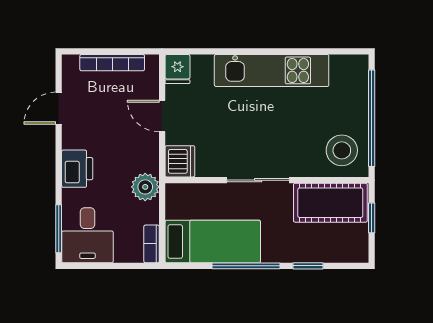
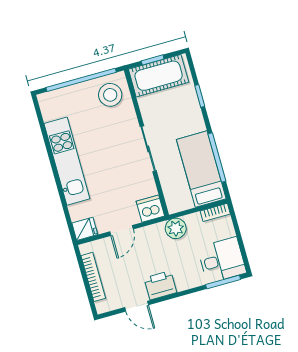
printer: (77, 169) -> (160, 285), moved
cot: (330, 203) -> (159, 76), moved, turned 90
window: (246, 266) -> (217, 158), moved

